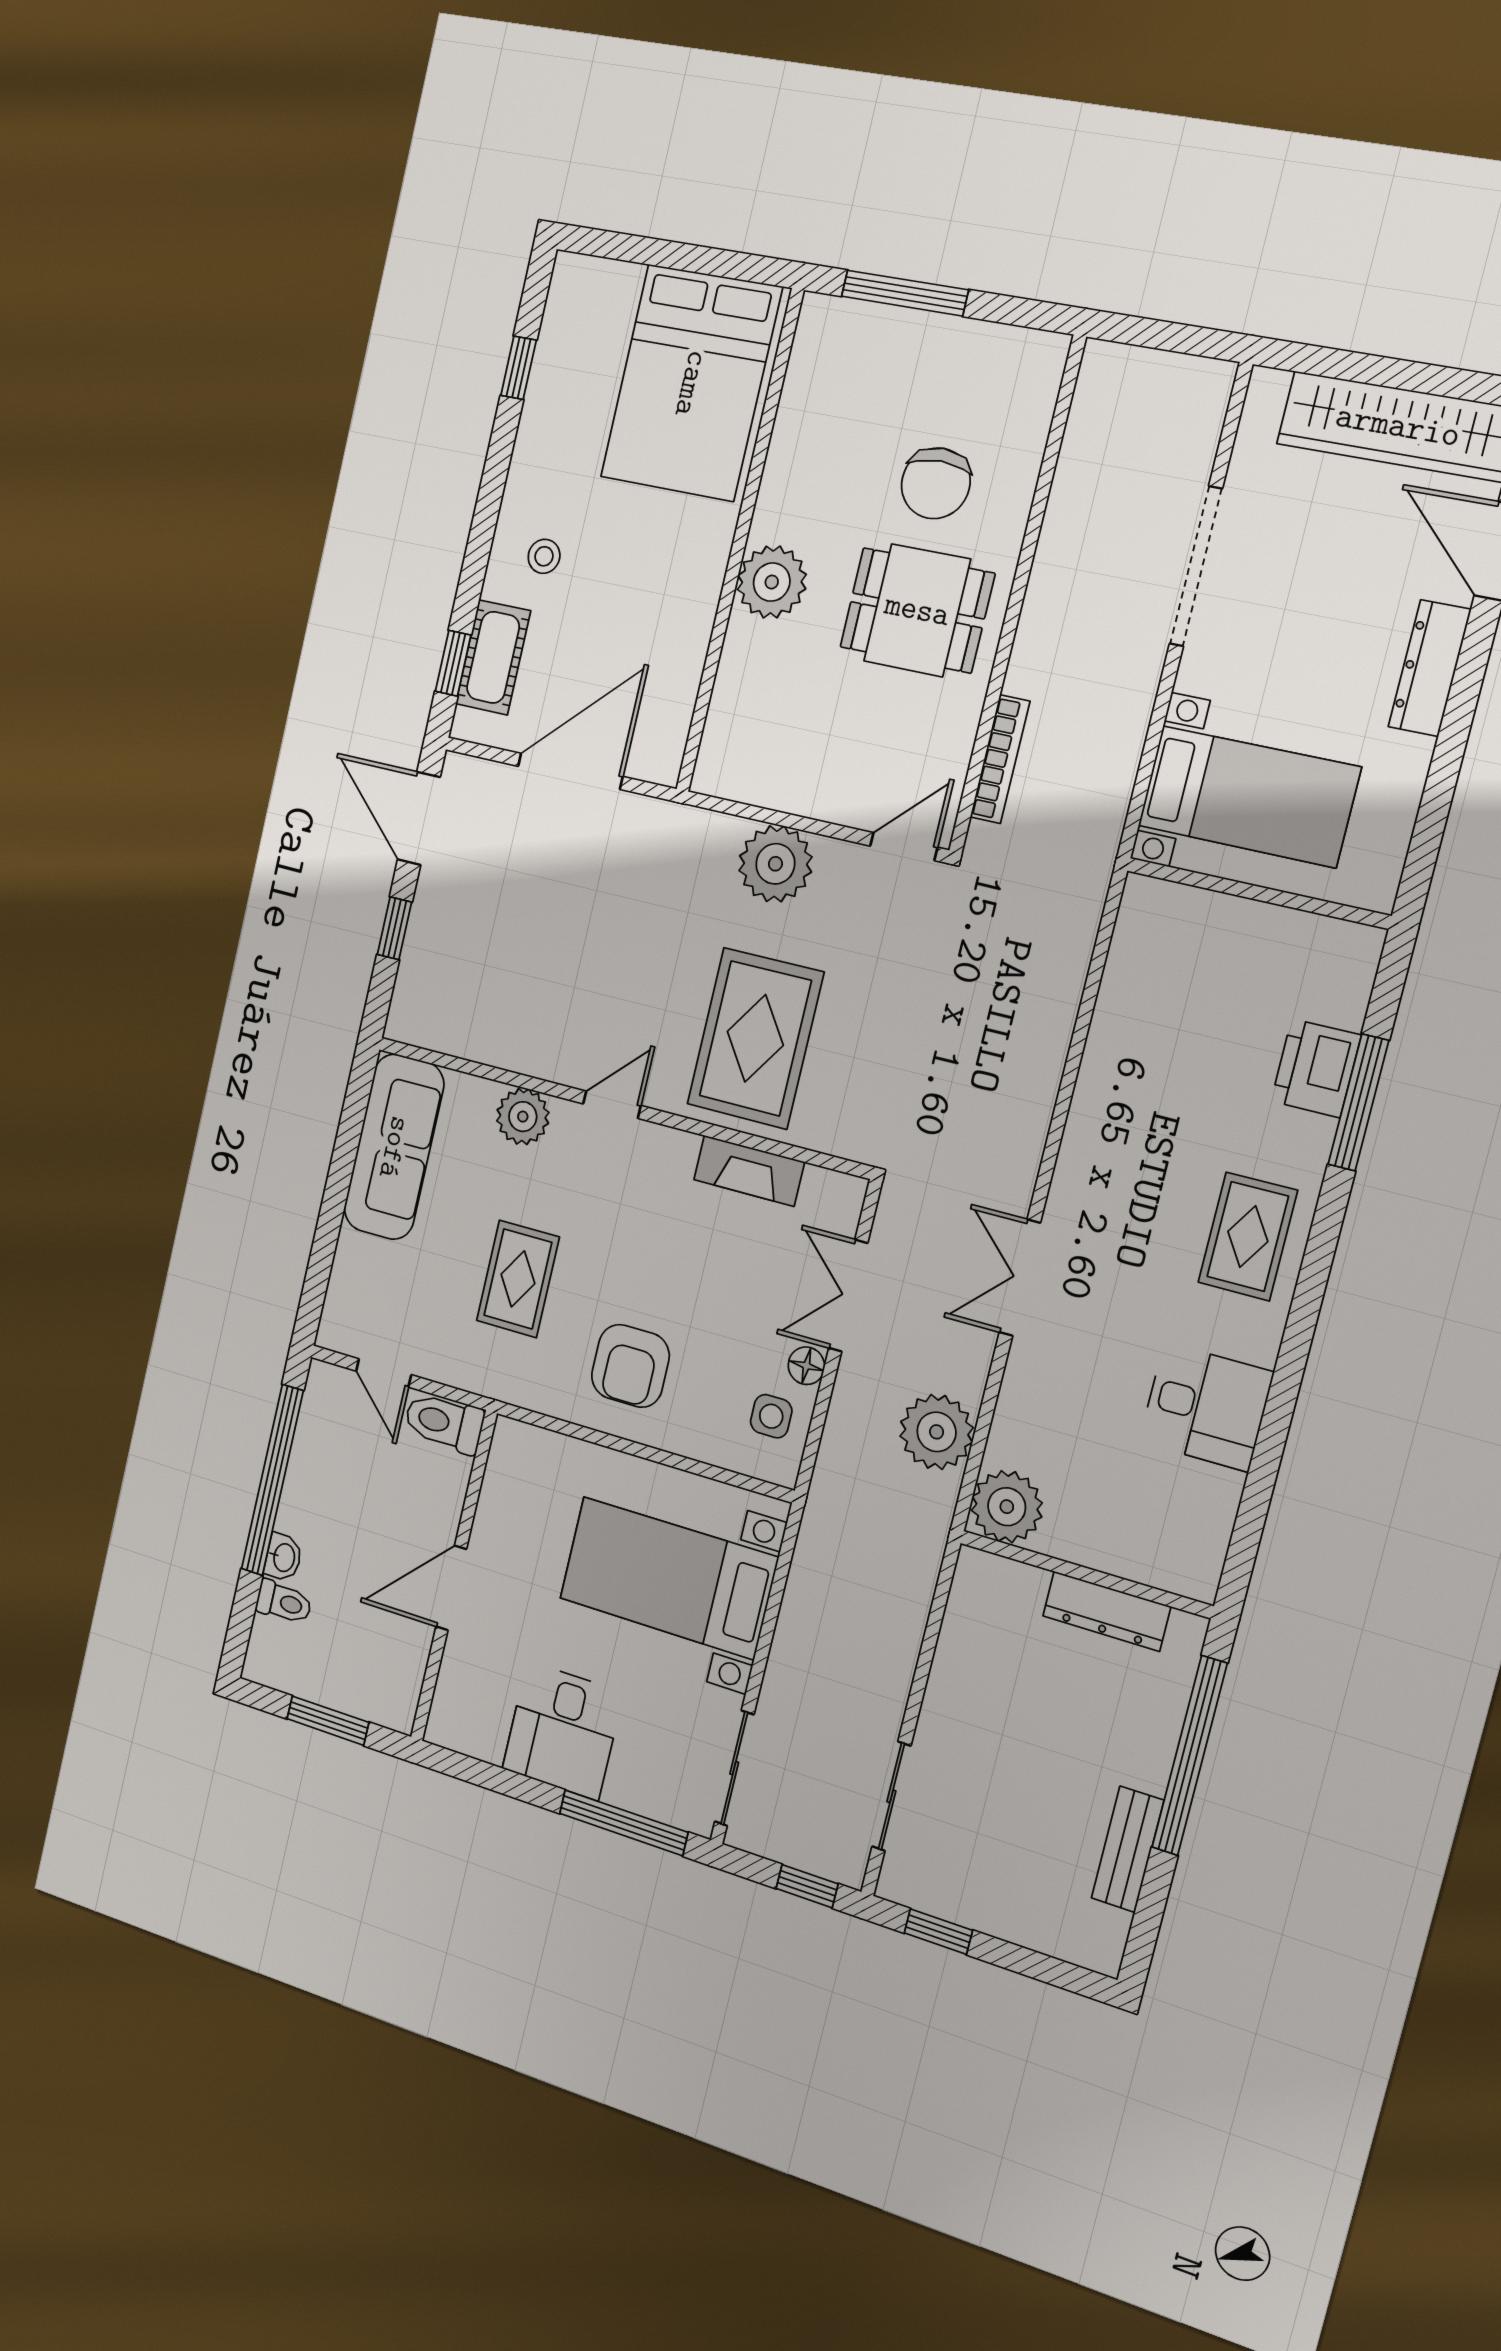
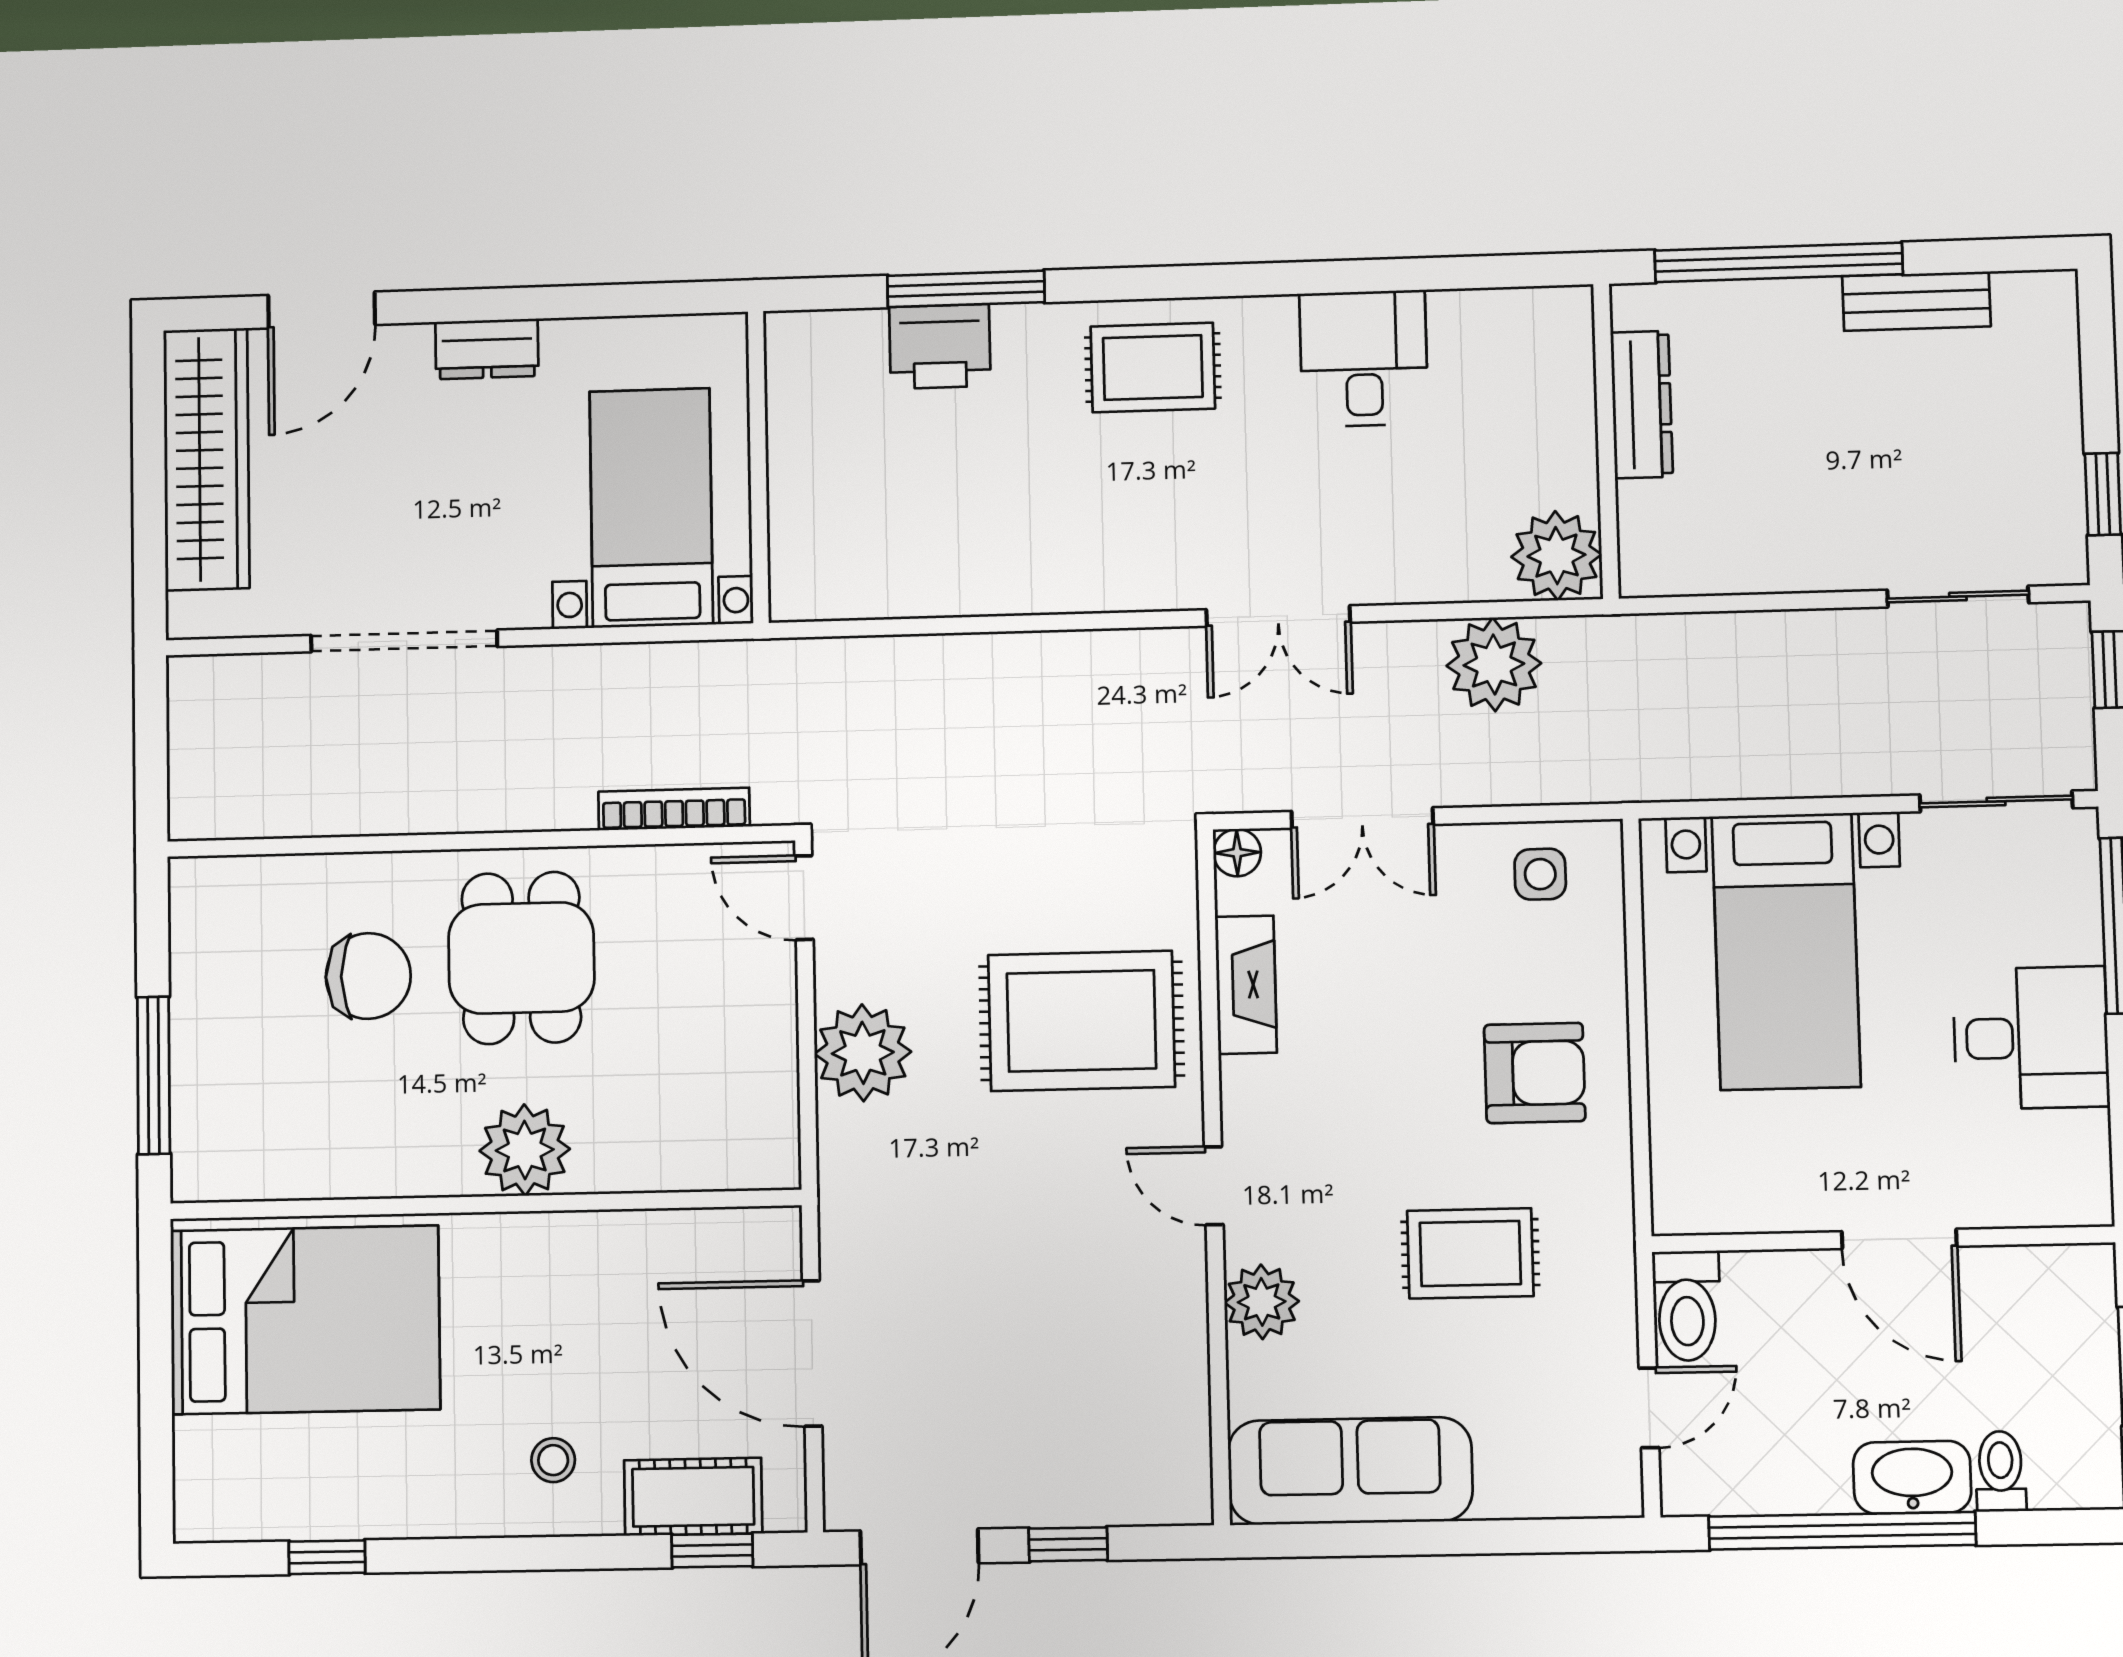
dresser: (1430, 668) -> (487, 349), width x0.70
floor lamp: (806, 1366) -> (1237, 853), moved
washbasin: (283, 1557) -> (1912, 1477), width x1.91, depth x1.45

